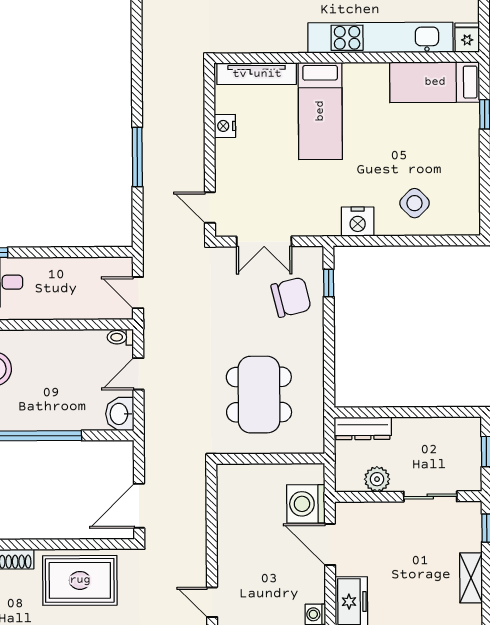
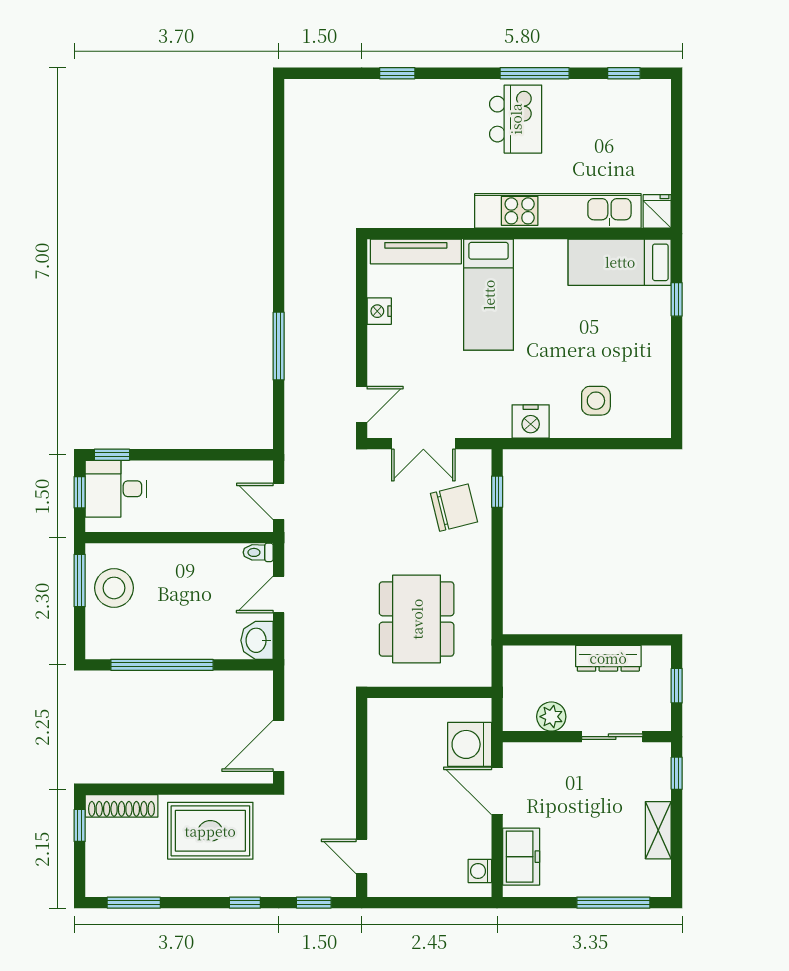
side table: (415, 203) -> (596, 401), turned 45
door: (210, 208) -> (362, 404), swing flipped
dresser: (363, 428) -> (608, 658), moved

